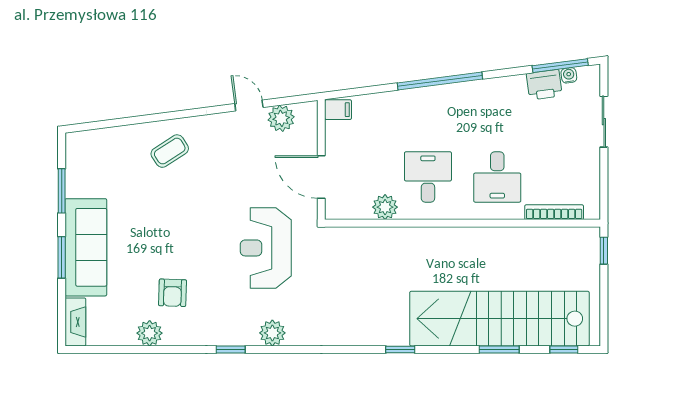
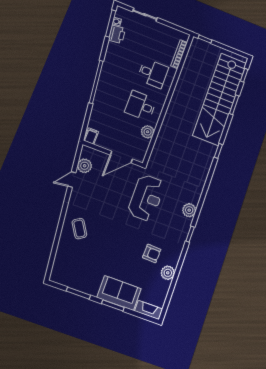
sofa: (86, 247) -> (119, 293), width x0.73
reception desk: (266, 248) -> (146, 198), turned -90

